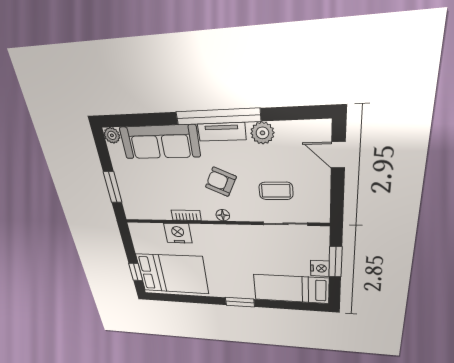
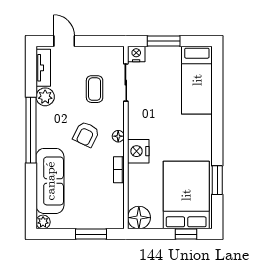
tv unit: (222, 132) -> (43, 68), moved
door: (338, 155) -> (64, 41), swing flipped
floor lamp: (141, 233) -> (139, 218), added
nightstand: (178, 233) -> (138, 151), moved
nightstand: (320, 268) -> (136, 54), moved
window: (240, 302) -> (217, 180), moved

